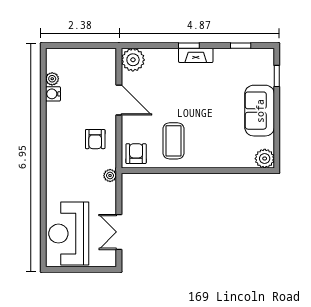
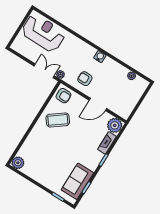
fireplace: (196, 55) -> (107, 143), moved
water cooler: (53, 94) -> (100, 57), moved
sofa: (260, 111) -> (77, 181), moved, turned -90
coffee table: (174, 141) -> (58, 120), turned -37
double door: (119, 232) -> (44, 71), moved

